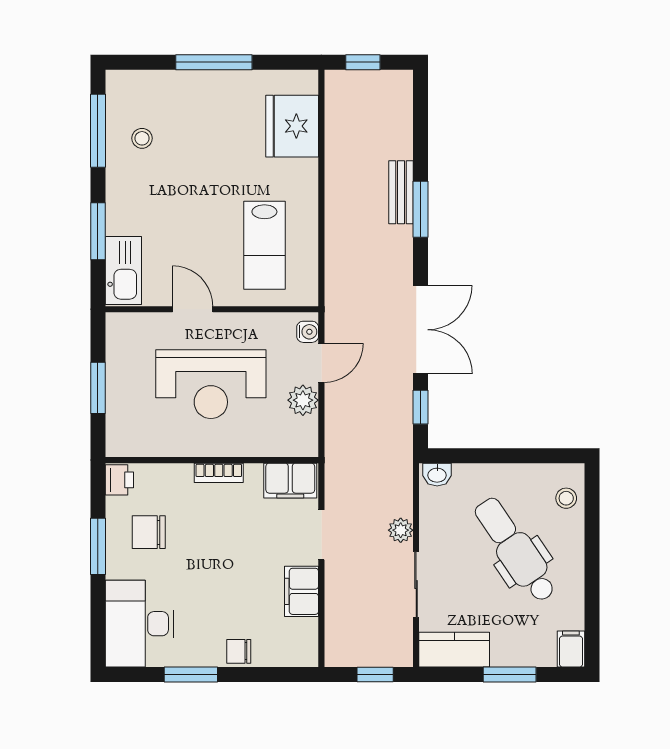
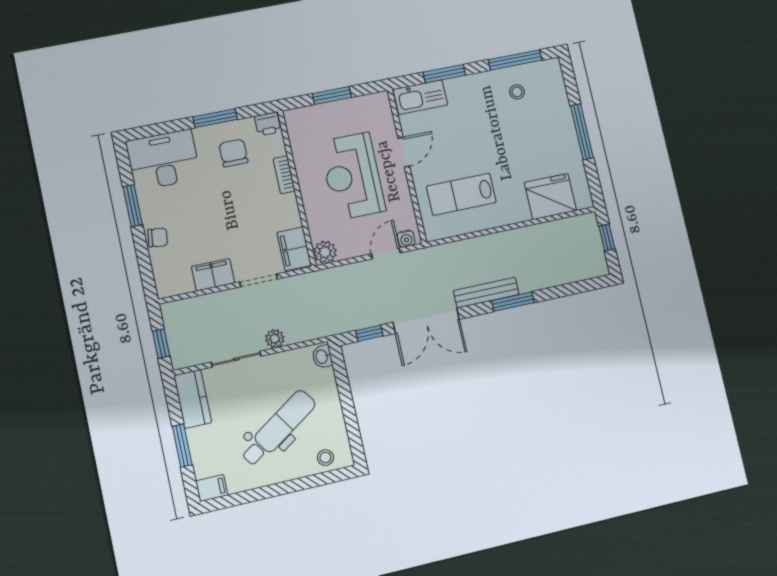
bench: (401, 192) -> (486, 293), moved, width x1.36
door: (321, 363) -> (386, 253), swing flipped
plant: (303, 400) -> (325, 252), moved
bookcase: (219, 473) -> (284, 175), moved
chair: (239, 651) -> (158, 237), turned 97

